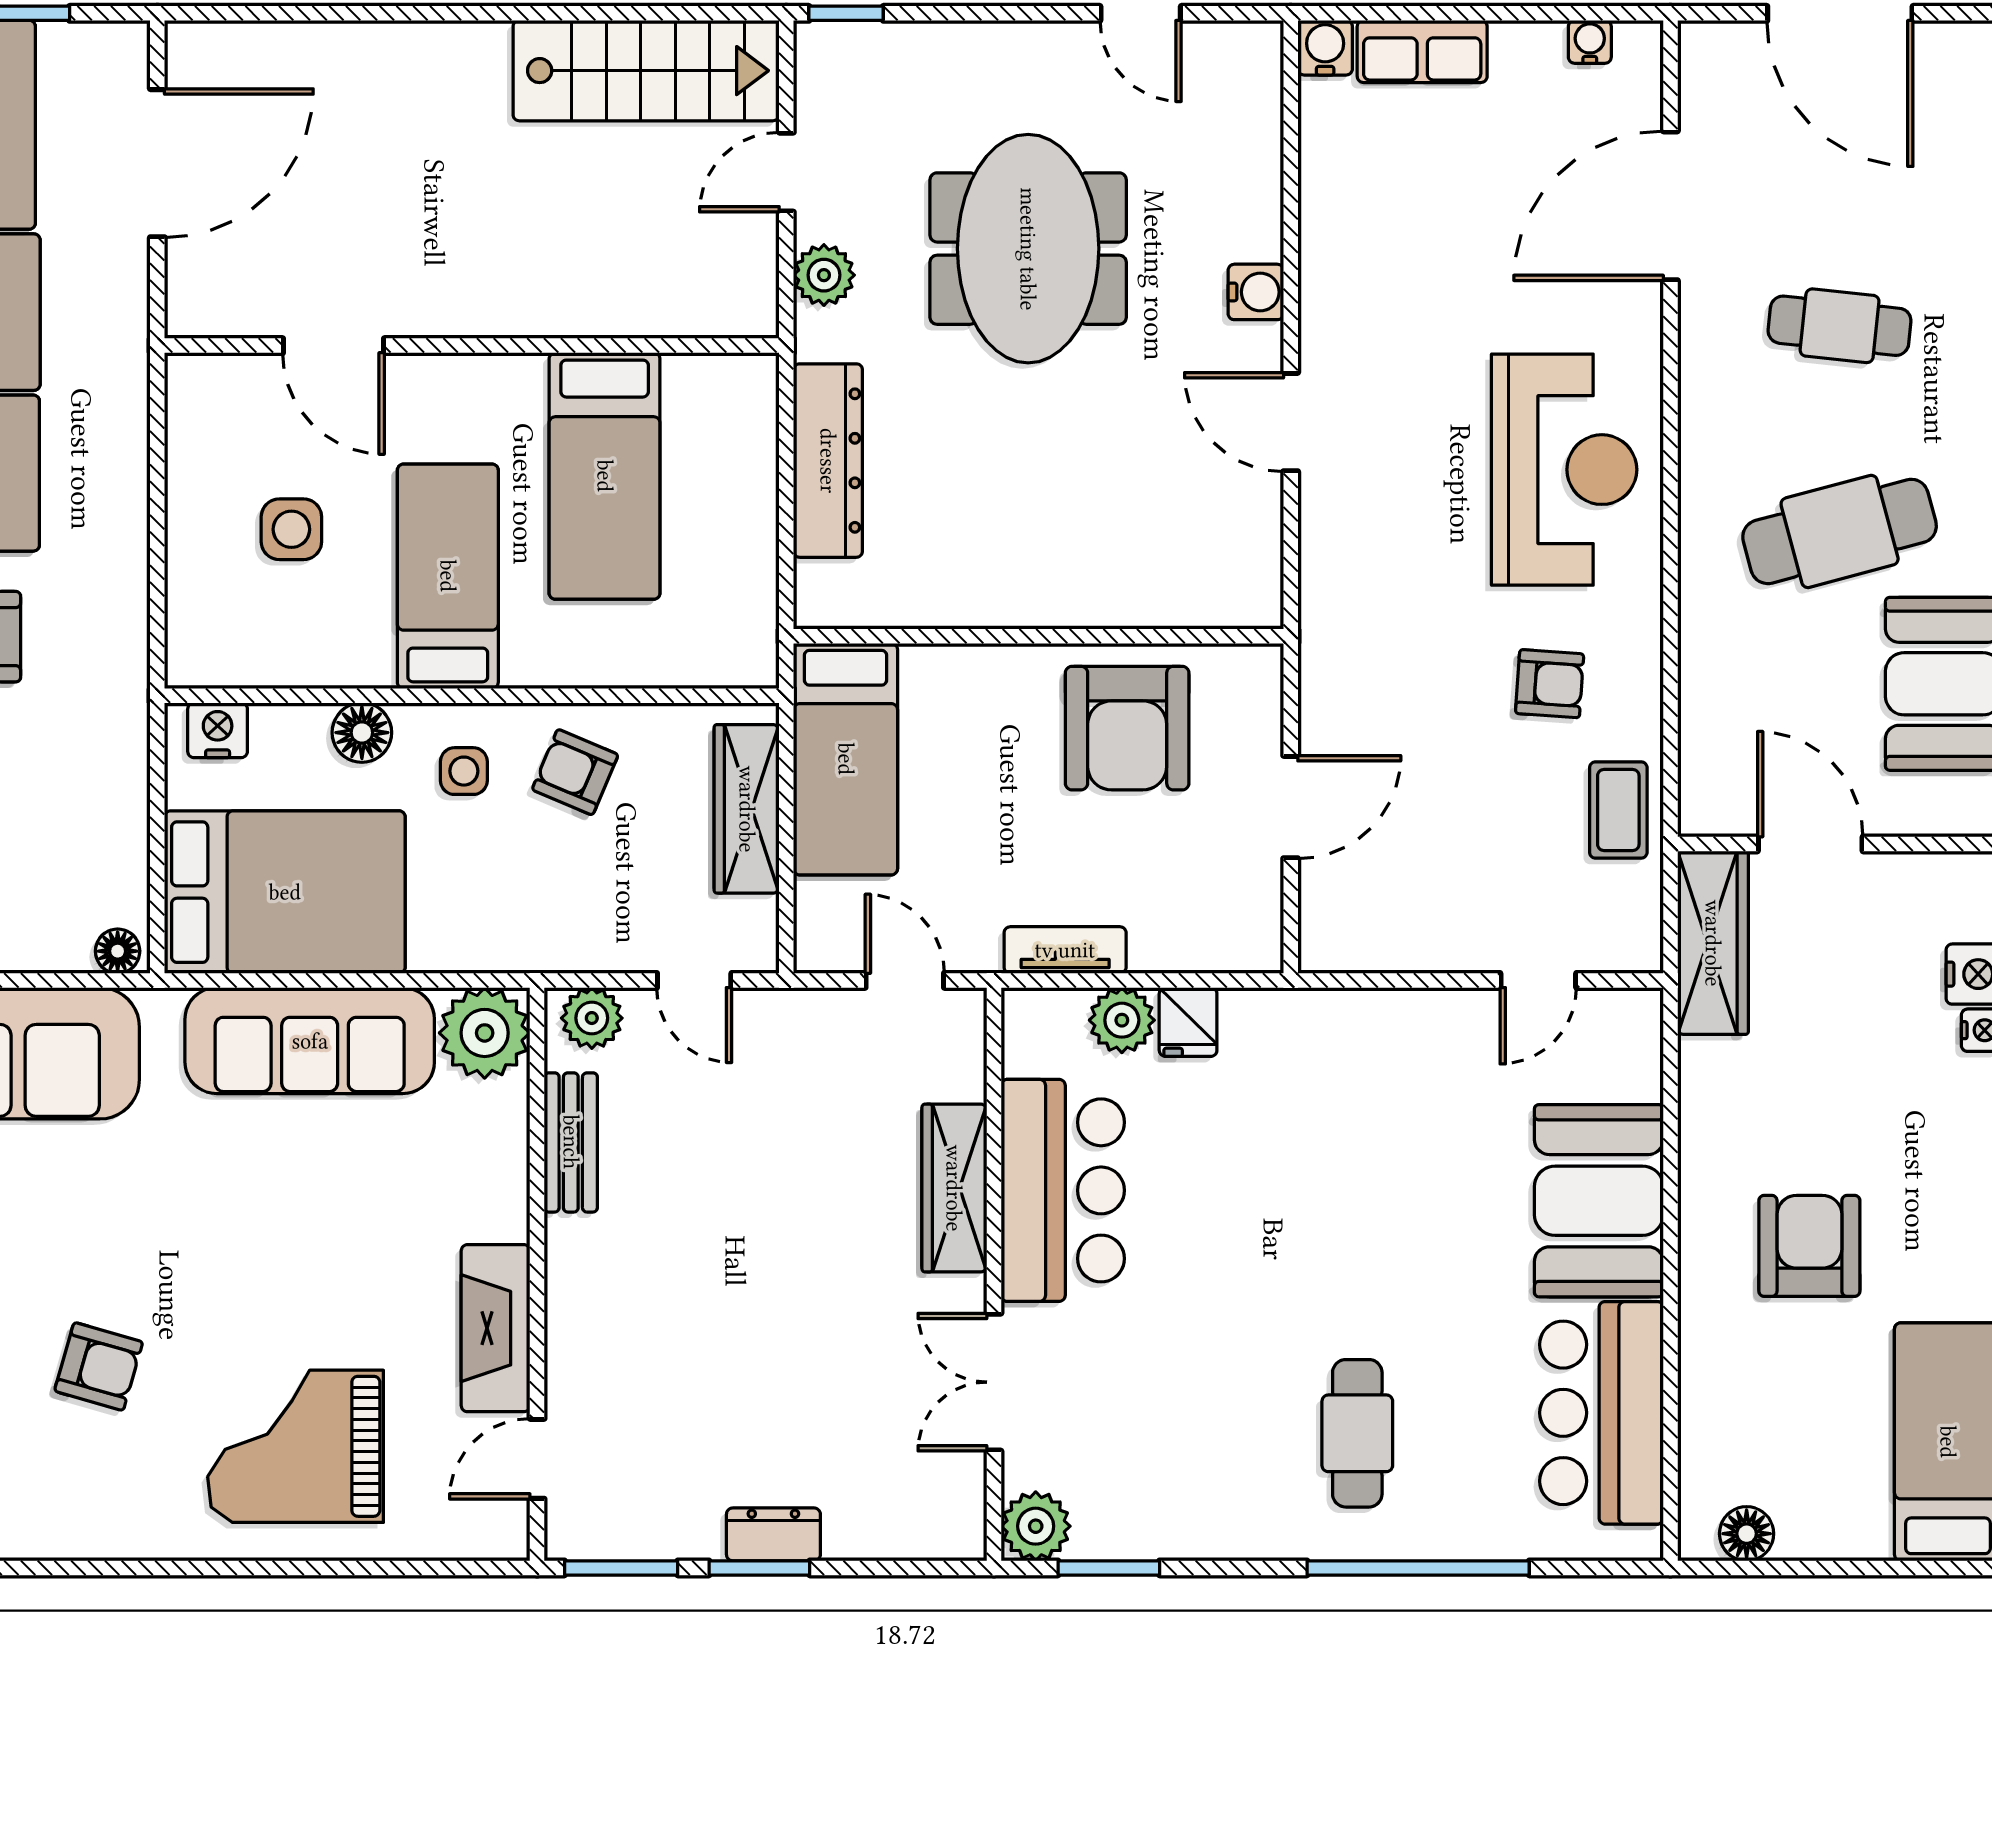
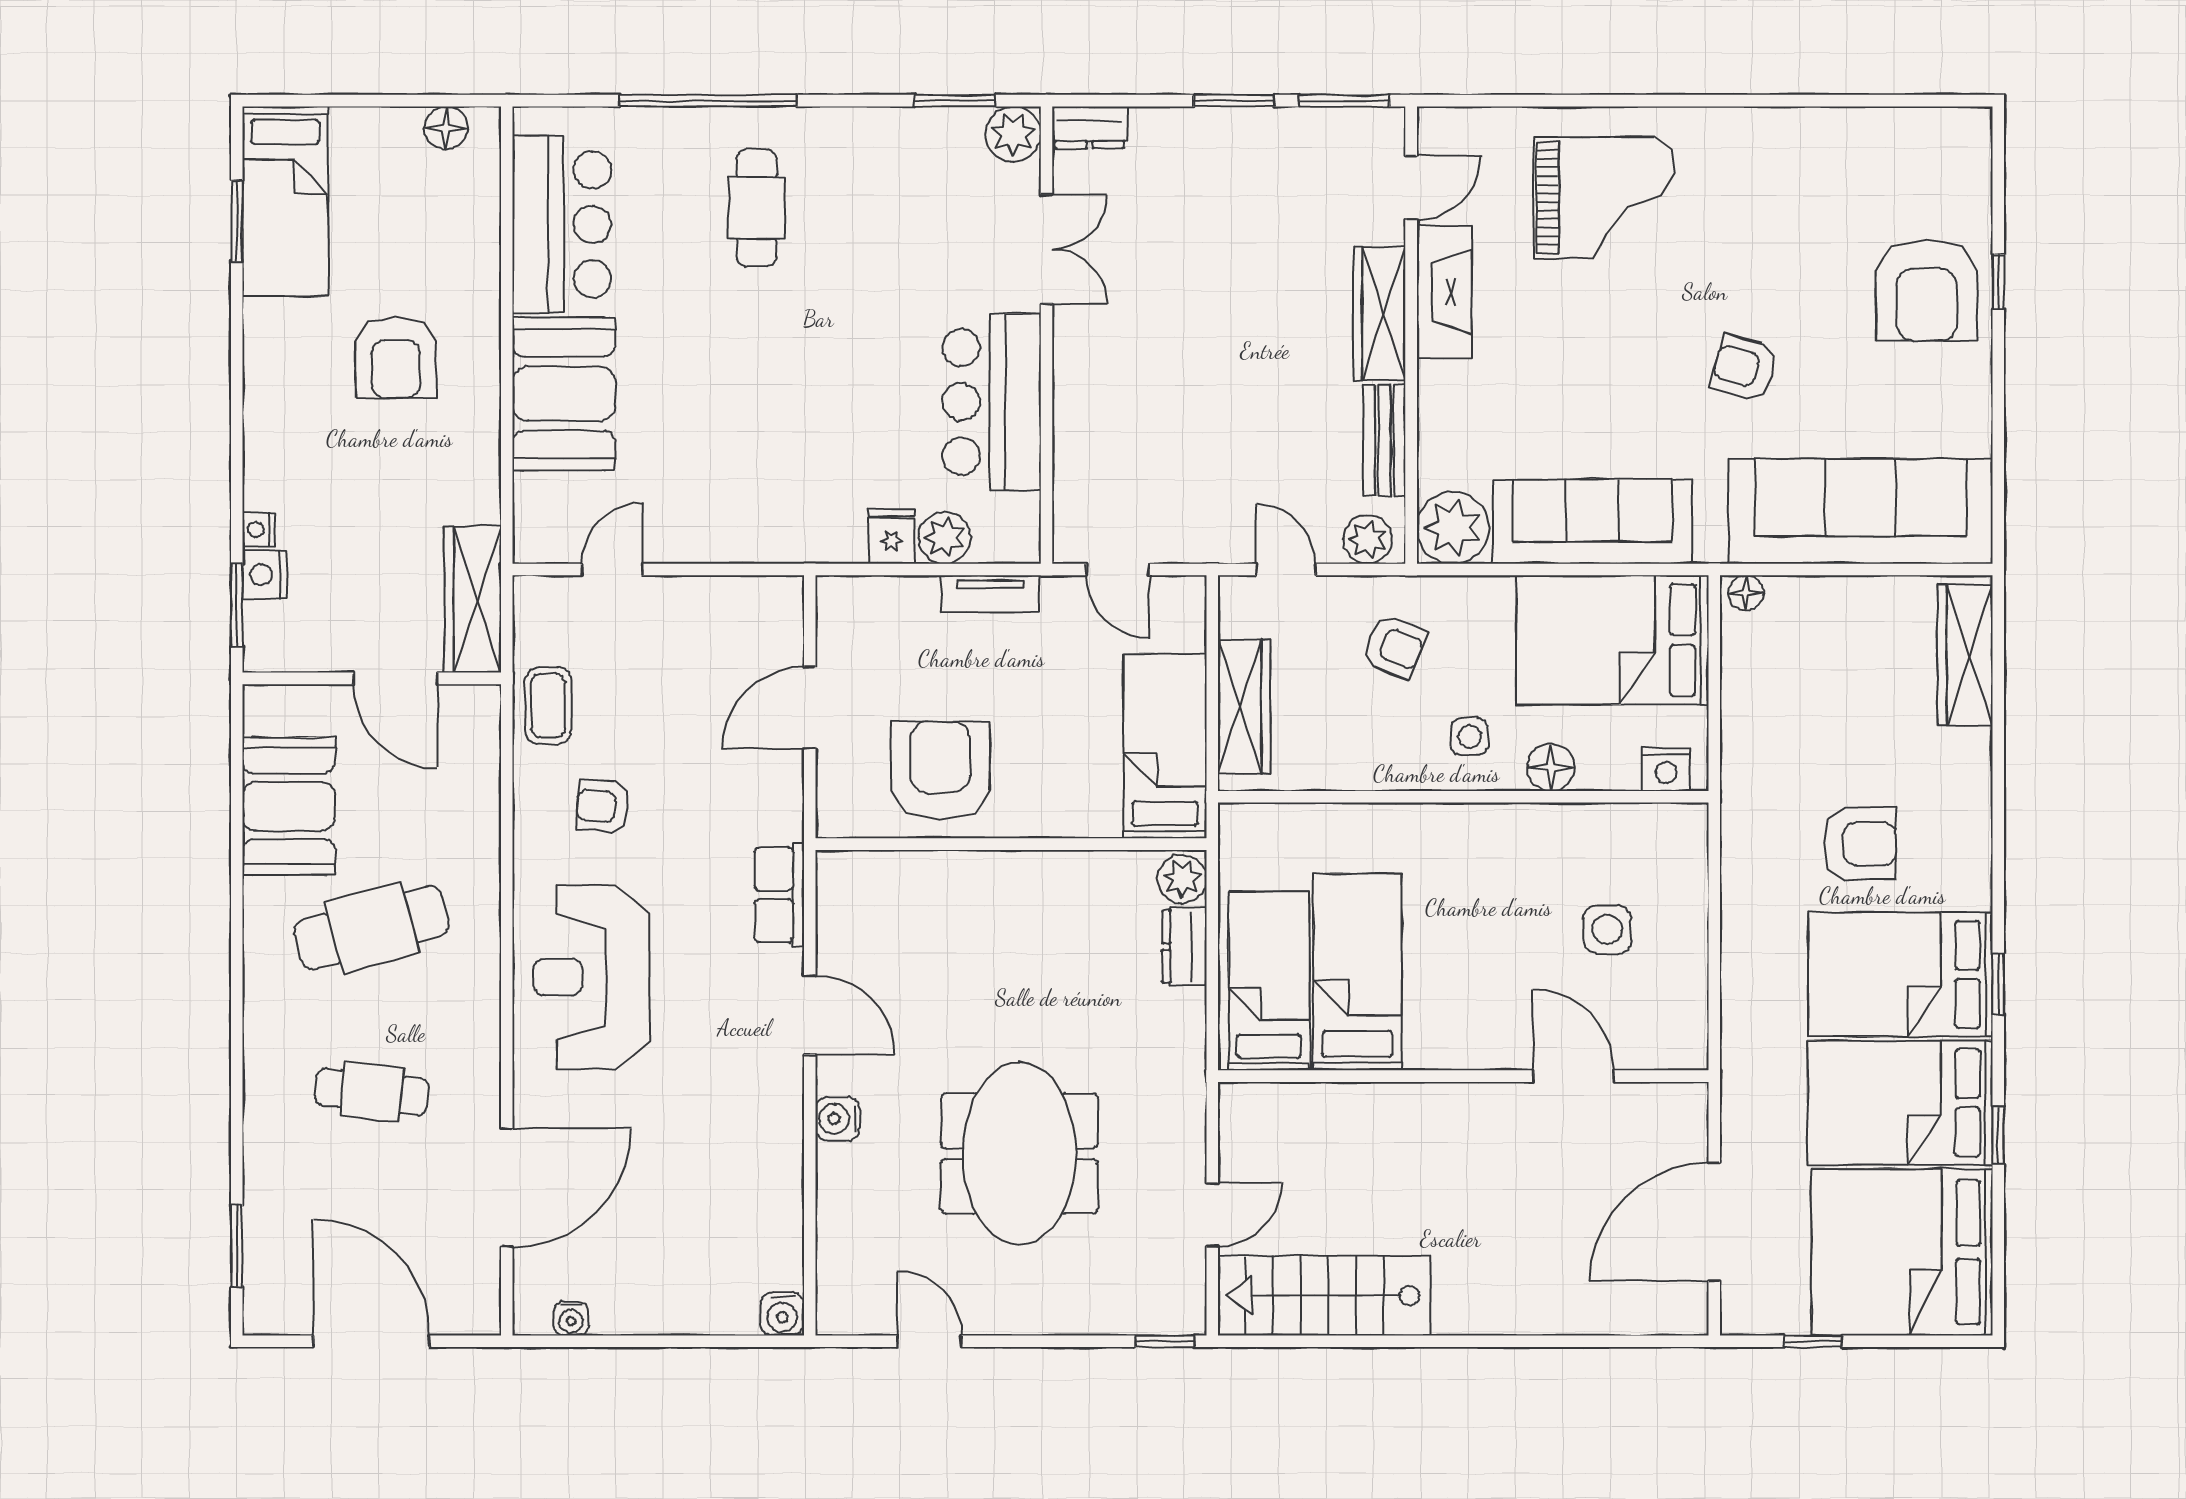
row of seats: (1422, 51) -> (779, 895), moved, turned -90
plant: (824, 275) -> (1182, 879), moved
dresser: (828, 461) -> (1184, 946), width x0.51, depth x0.80
bed: (448, 576) -> (1269, 981), moved, turned 180
armchair: (575, 772) -> (1394, 646), moved
wardrobe: (954, 1188) -> (1380, 314), moved, turned 180
armchair: (99, 1366) -> (1744, 368), moved
dresser: (773, 1534) -> (1090, 127), moved

